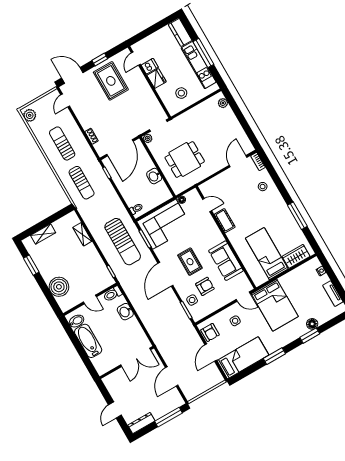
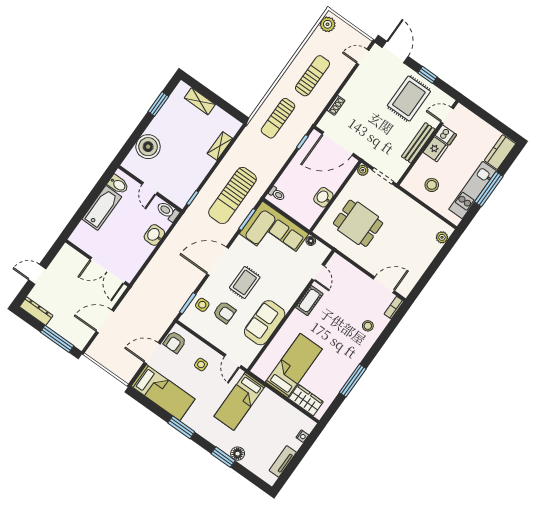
bench: (146, 89) -> (418, 143), added
bed: (275, 305) -> (240, 401), width x0.67

